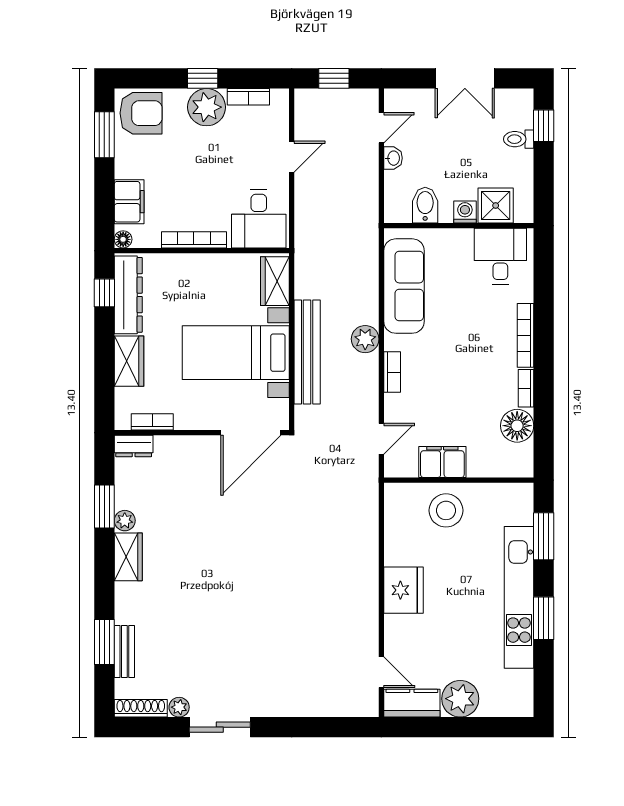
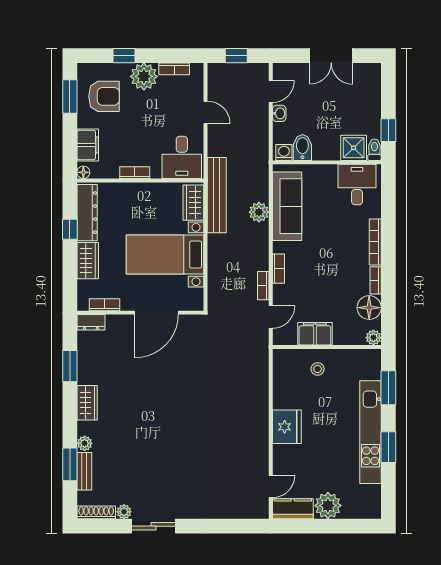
window: (203, 78) -> (124, 56), moved
armchair: (141, 113) -> (104, 96), moved
window: (544, 126) -> (388, 130), moved
toilet: (519, 139) -> (374, 150), moved, turned 90
door: (292, 157) -> (206, 112), hinge flipped
washing machine: (465, 212) -> (284, 152), moved
bookcase: (194, 240) -> (135, 173), width x0.64
window: (104, 293) -> (70, 229), moved
plant: (365, 339) -> (259, 212), moved
bench: (307, 352) -> (217, 195), moved
bookcase: (371, 396) -> (263, 286), added
door: (251, 433) -> (156, 313), moved
plant: (523, 467) -> (373, 338), added
stool: (446, 510) -> (318, 369), width x0.53, depth x0.53
plant: (125, 521) -> (85, 443), moved
door: (381, 672) -> (271, 486), hinge flipped

